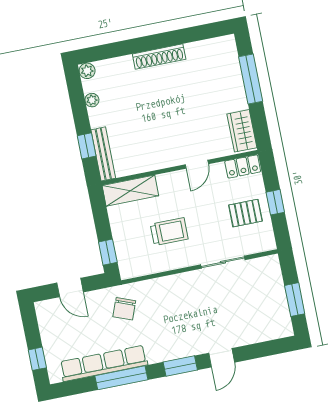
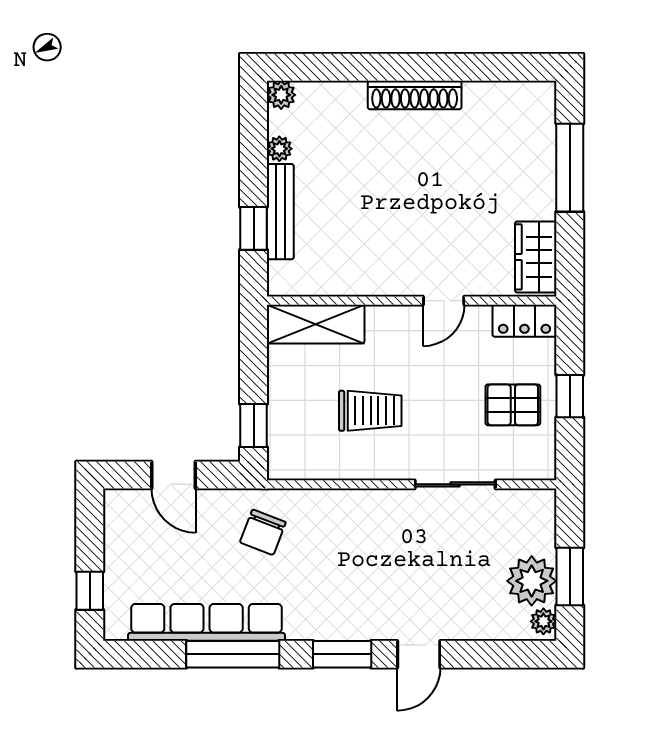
bench: (103, 154) -> (280, 212), moved
plant: (275, 306) -> (532, 581), added
plant: (285, 327) -> (543, 621), added

